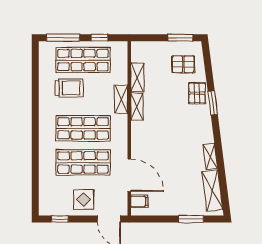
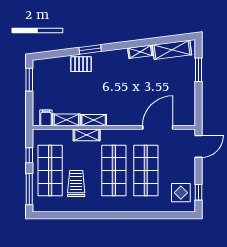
pallet: (183, 64) -> (54, 77), removed
display table: (84, 200) -> (181, 193), moved
filing cabinet: (139, 201) -> (46, 118), moved

